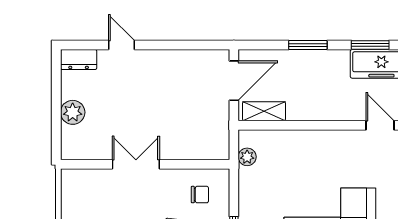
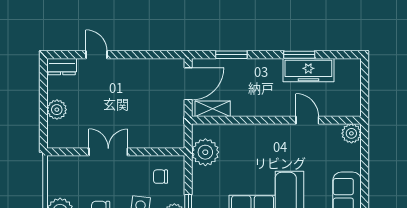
window: (308, 45) -> (231, 55), moved
plant: (247, 157) -> (205, 152), width x1.88, depth x1.88
chair: (200, 195) -> (160, 177), turned 180

